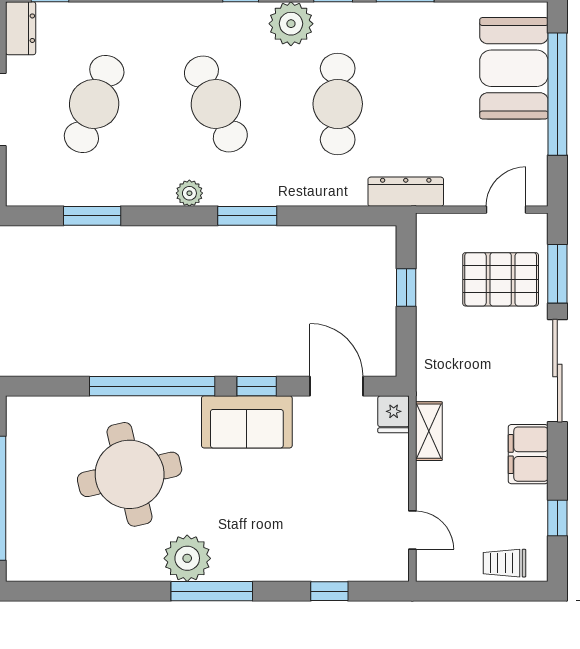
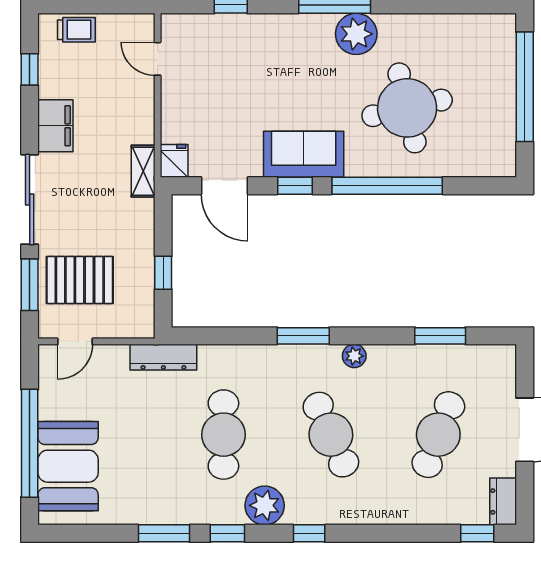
shelving: (429, 431) -> (143, 171), moved

